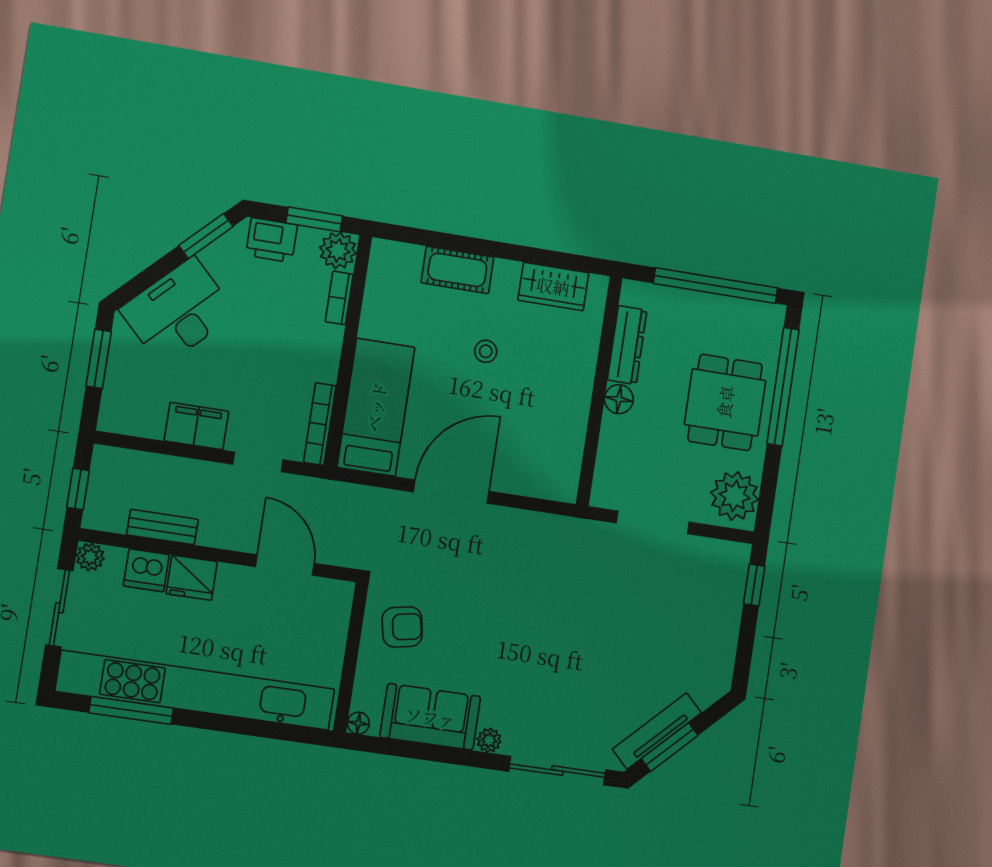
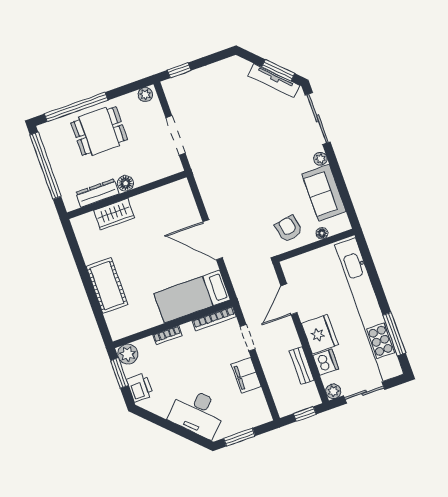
window: (206, 236) -> (155, 419), removed
cot: (457, 270) -> (107, 286), width x1.37, depth x1.34
wardrobe: (553, 286) -> (114, 214), moved, turned 90
bookcase: (339, 298) -> (167, 335), moved
stool: (486, 351) -> (137, 259), removed
plant: (735, 496) -> (145, 95), width x0.53, depth x0.53
fridge: (192, 578) -> (320, 334), width x1.36, depth x1.34
floor lamp: (358, 723) -> (322, 233), moved

